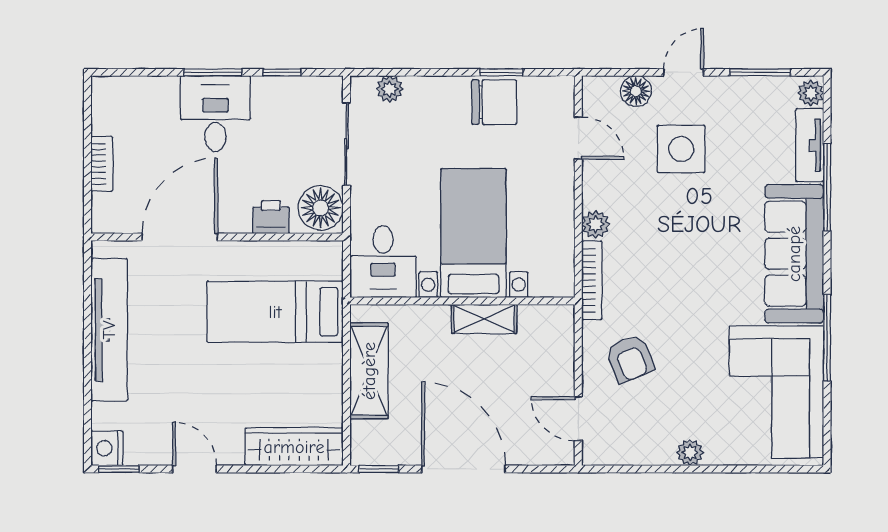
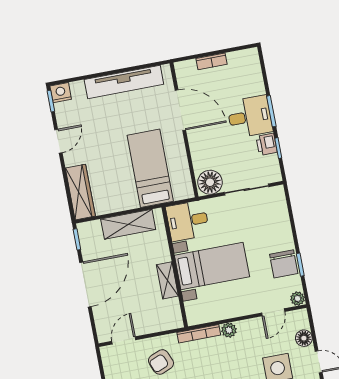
plant: (390, 89) -> (298, 299), moved
printer: (271, 217) -> (267, 144), moved, turned 180

